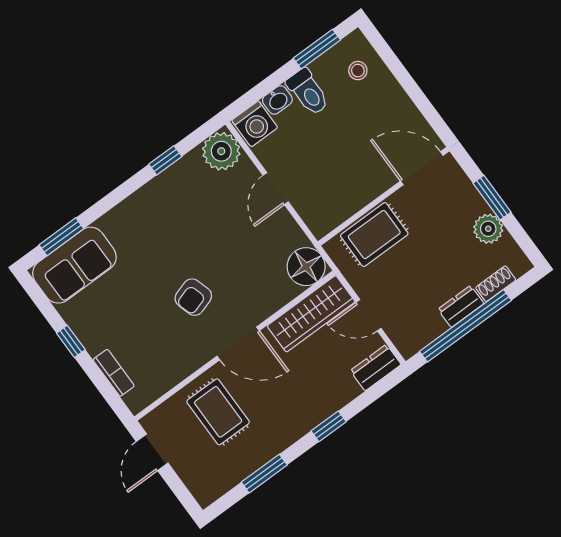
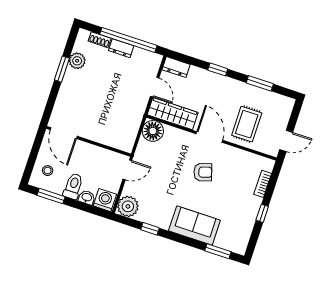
door: (422, 168) -> (64, 133), moved
wall: (384, 196) -> (89, 141), moved
rug: (374, 235) -> (116, 110), removed
sofa: (74, 265) -> (194, 226), moved

